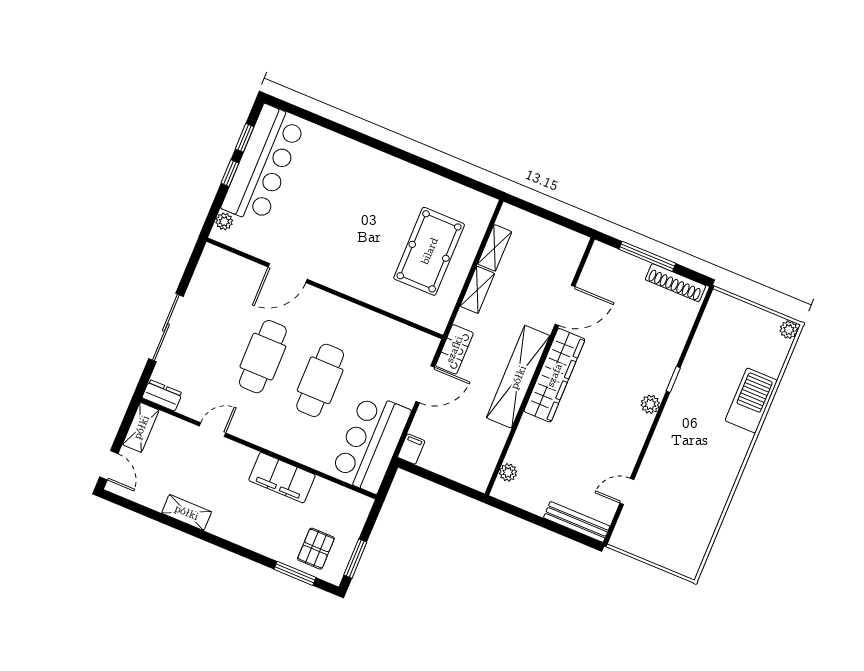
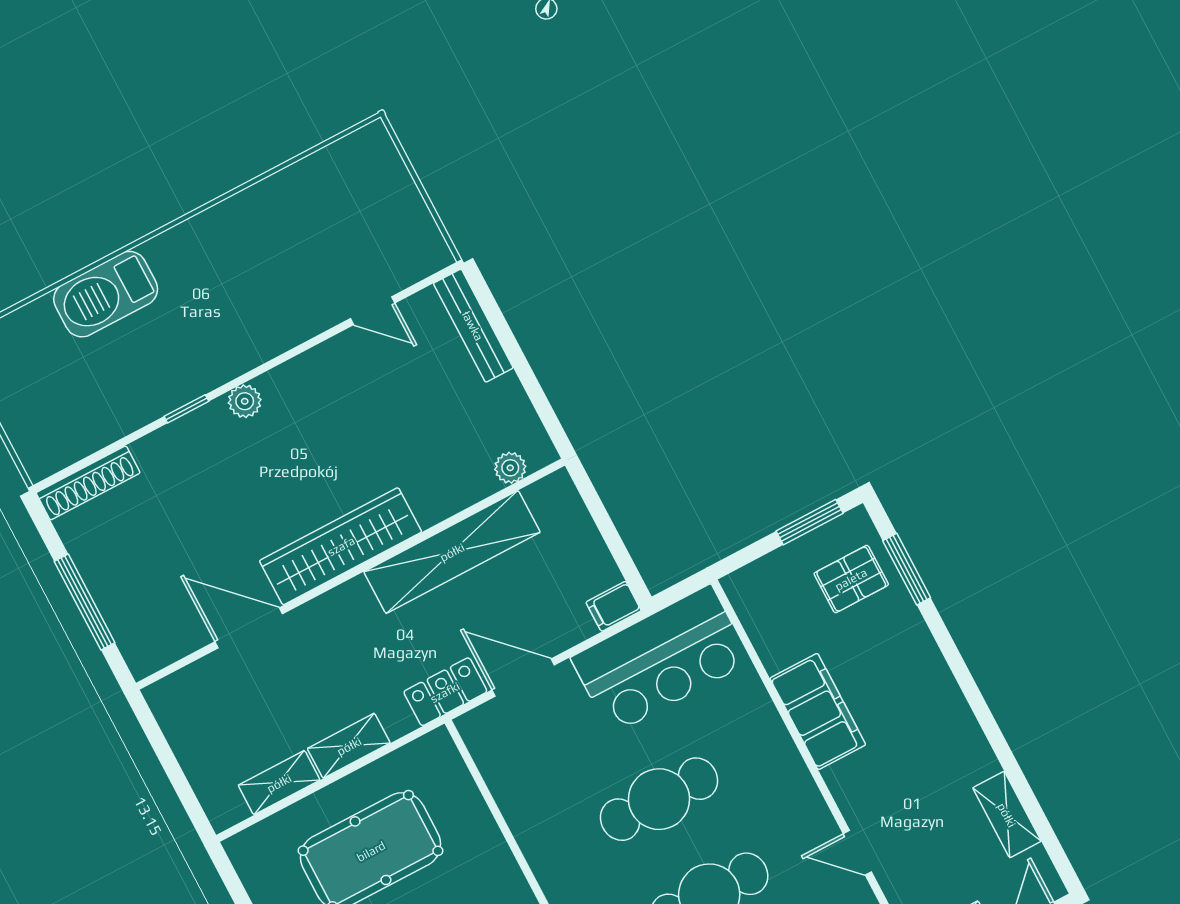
shoe rack: (675, 283) -> (88, 483), moved, turned 90
shelving: (518, 377) -> (452, 552), moved
shelving: (187, 512) -> (1007, 815), moved

